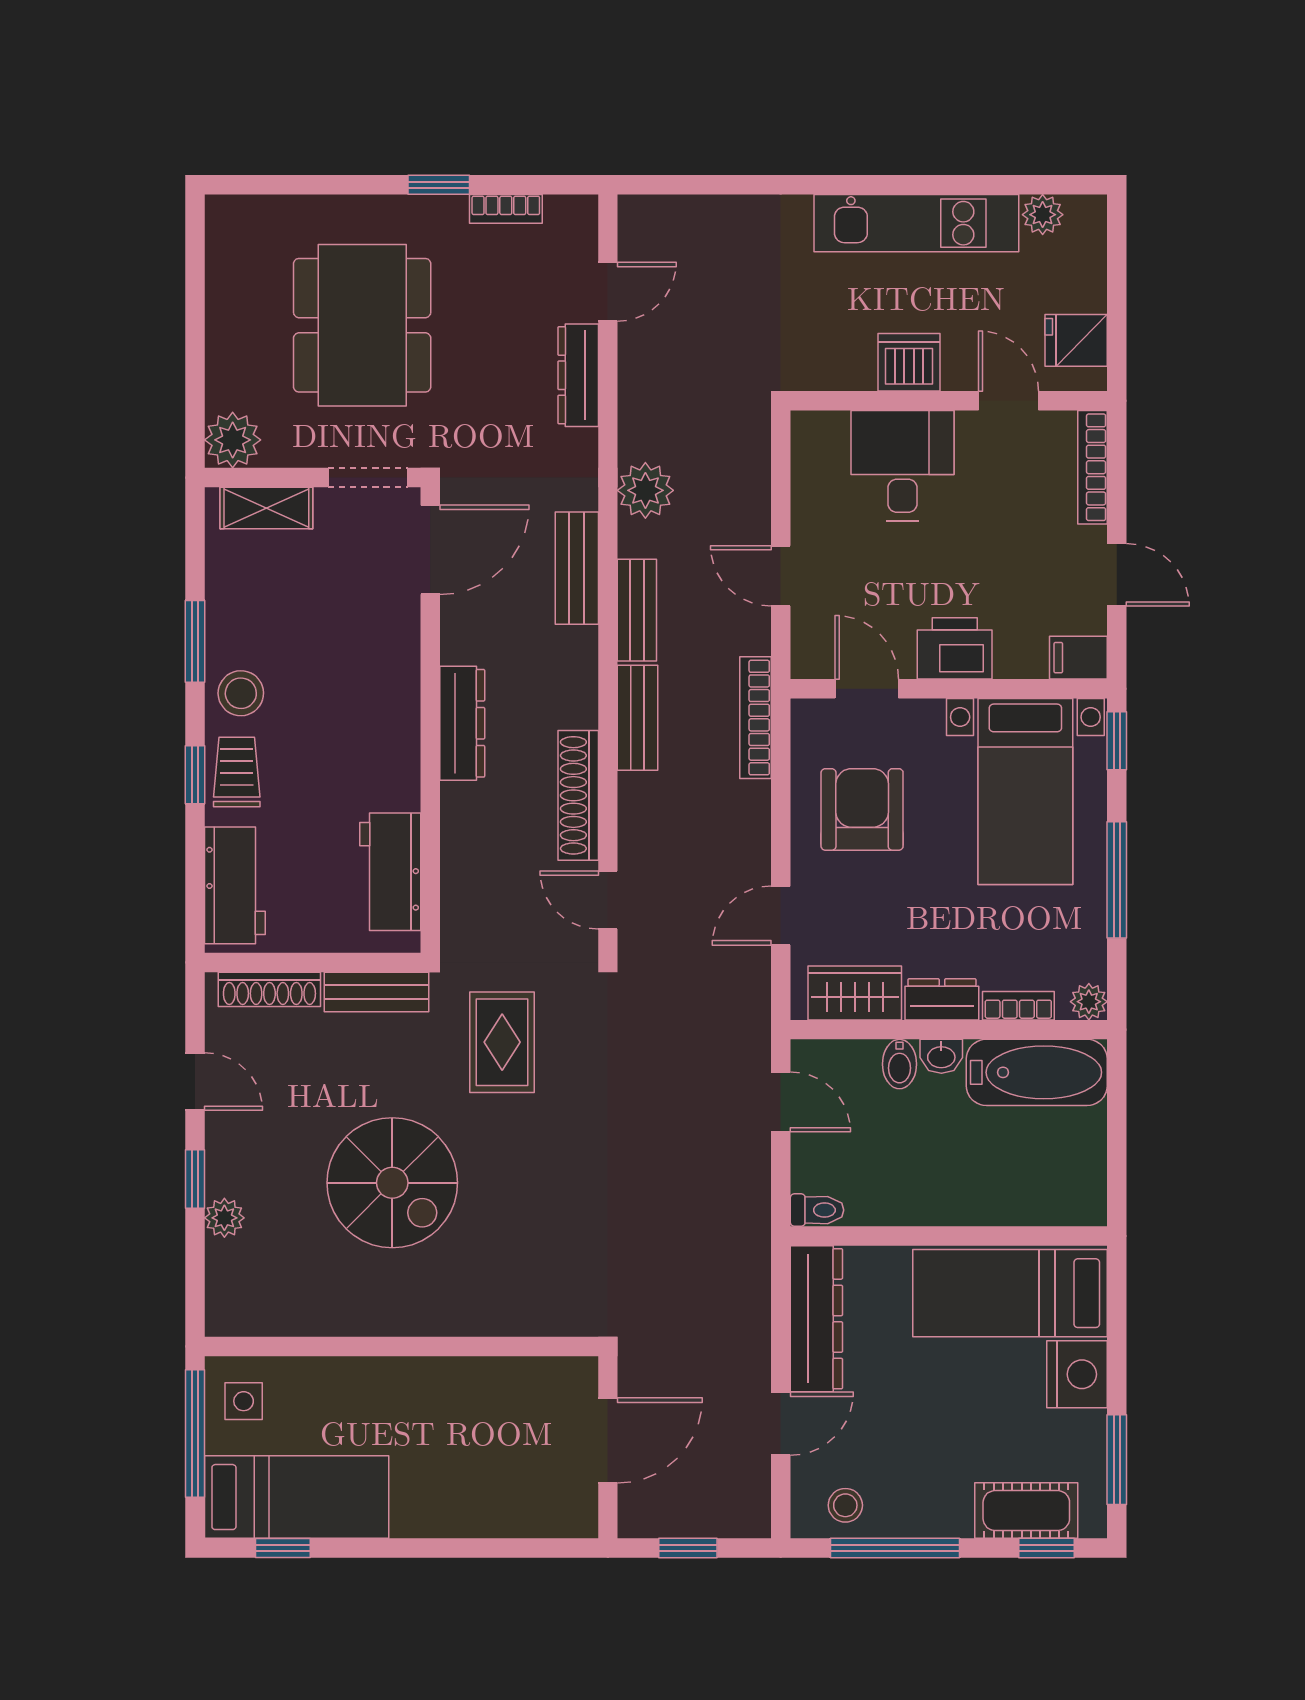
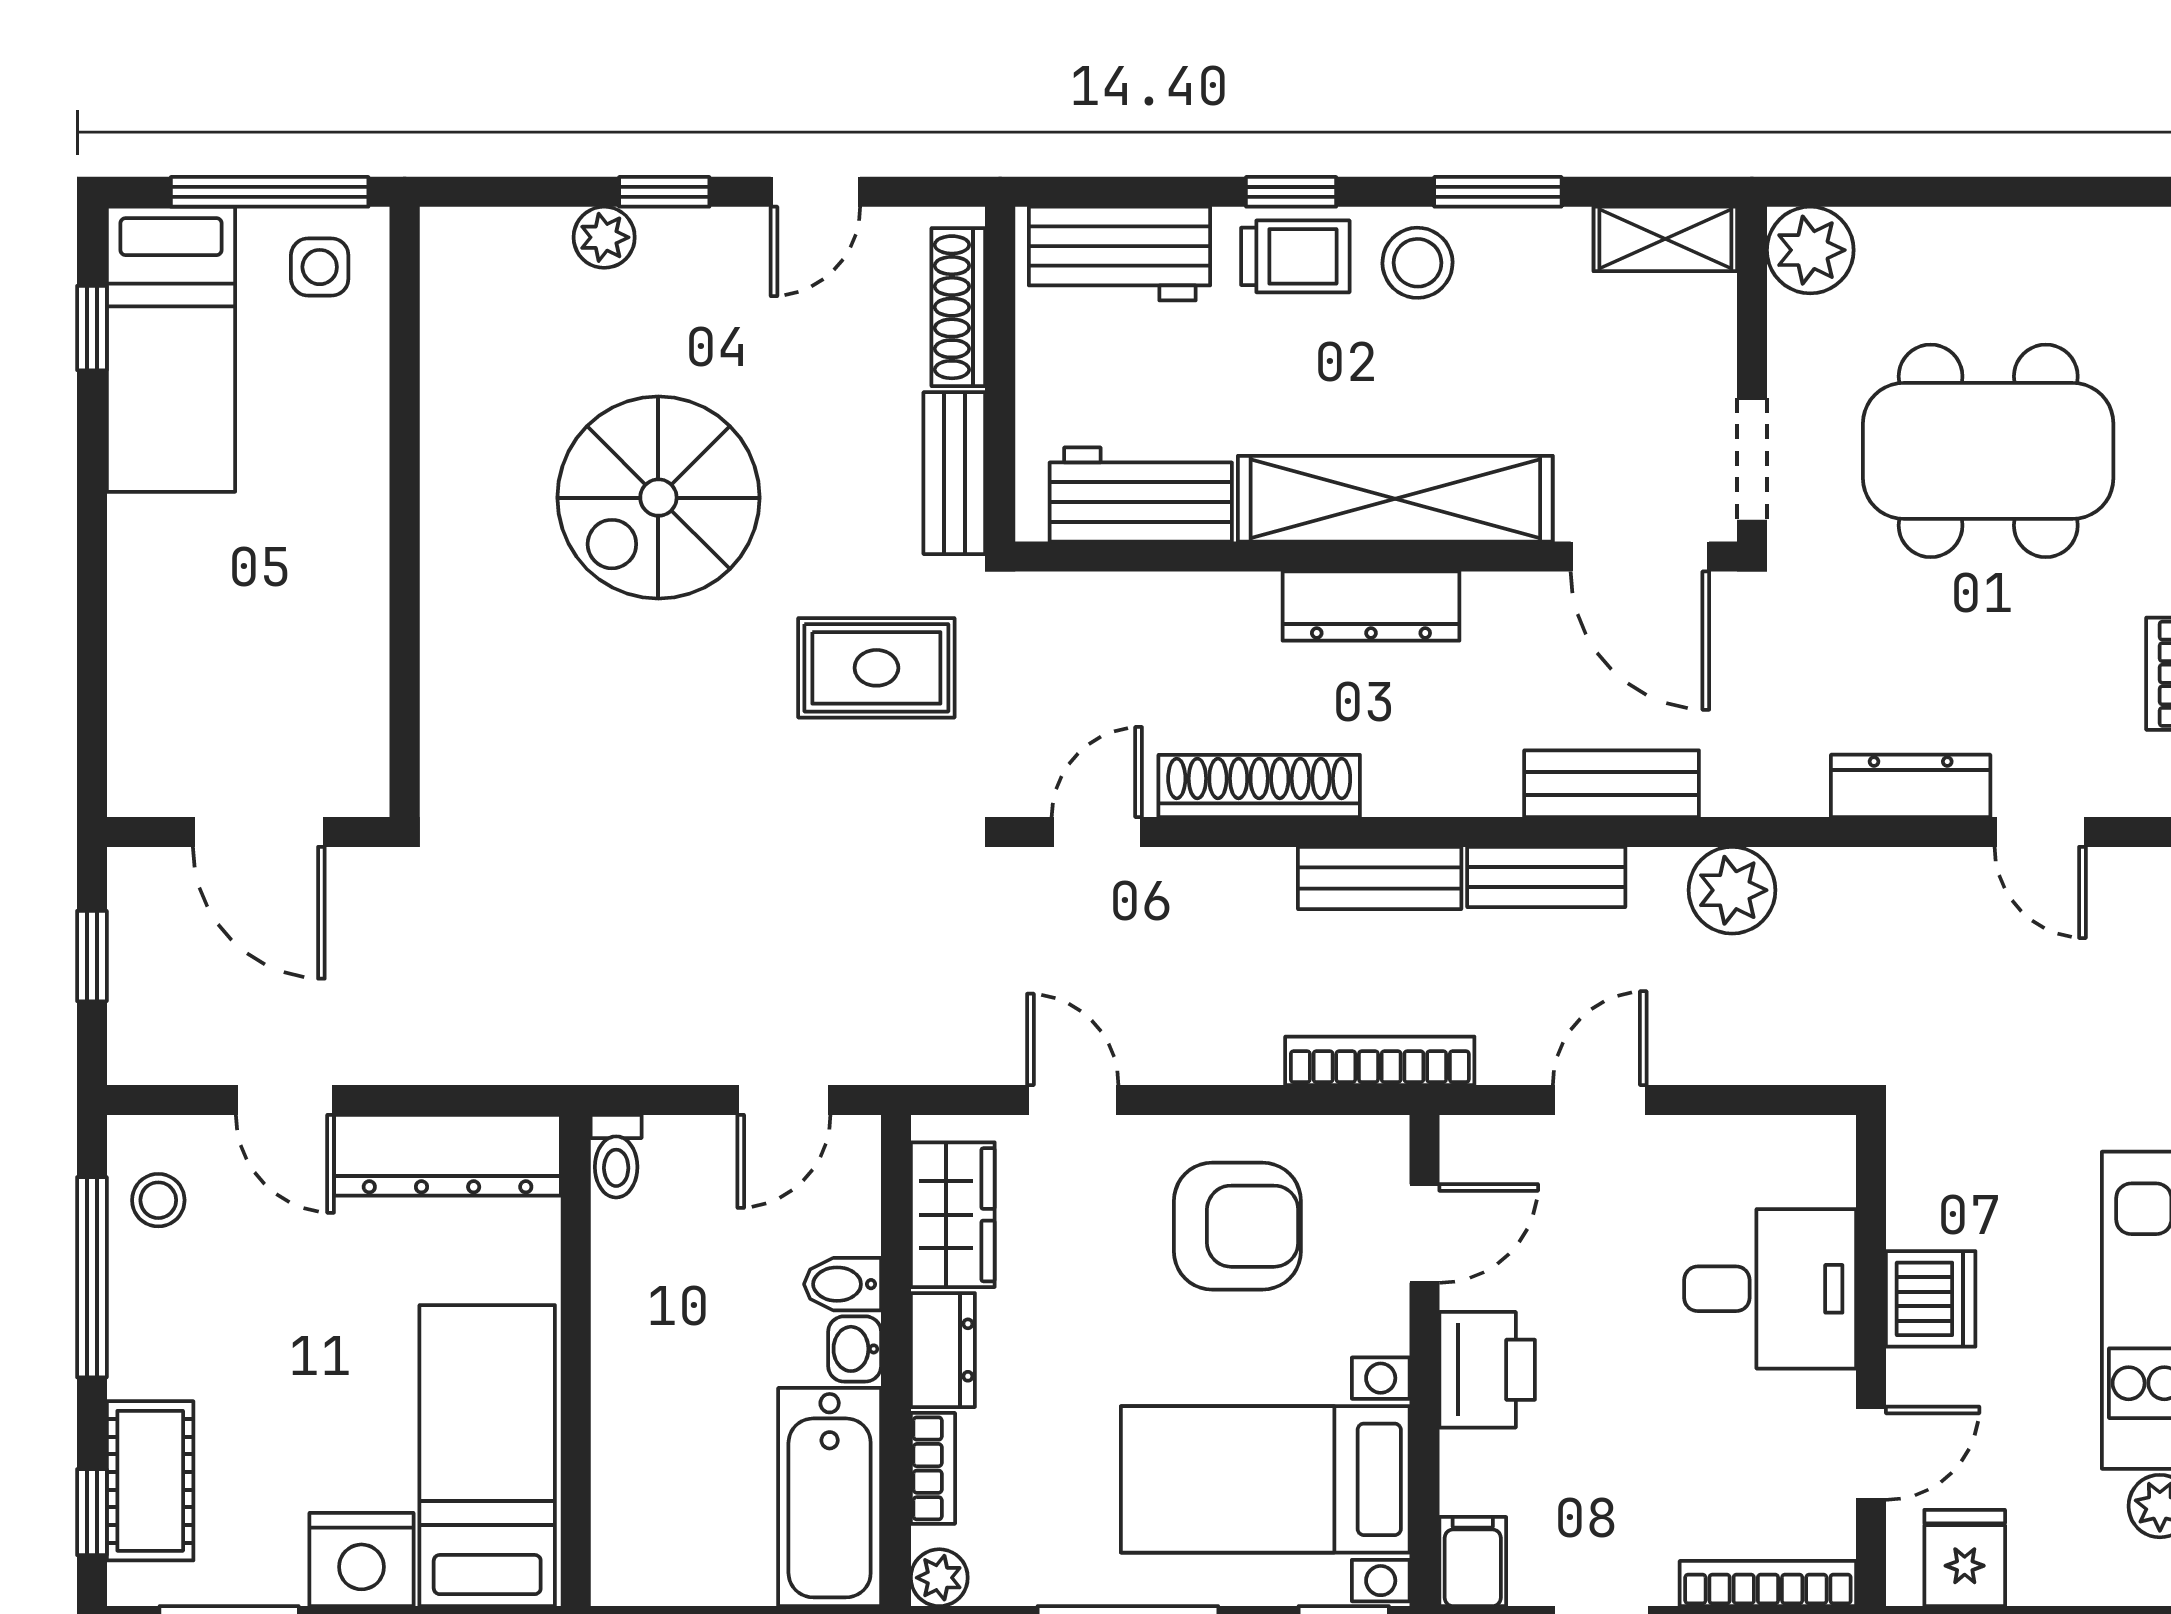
shelving: (266, 508) -> (1665, 239), moved, turned 90
shelving: (393, 708) -> (1395, 499), added

